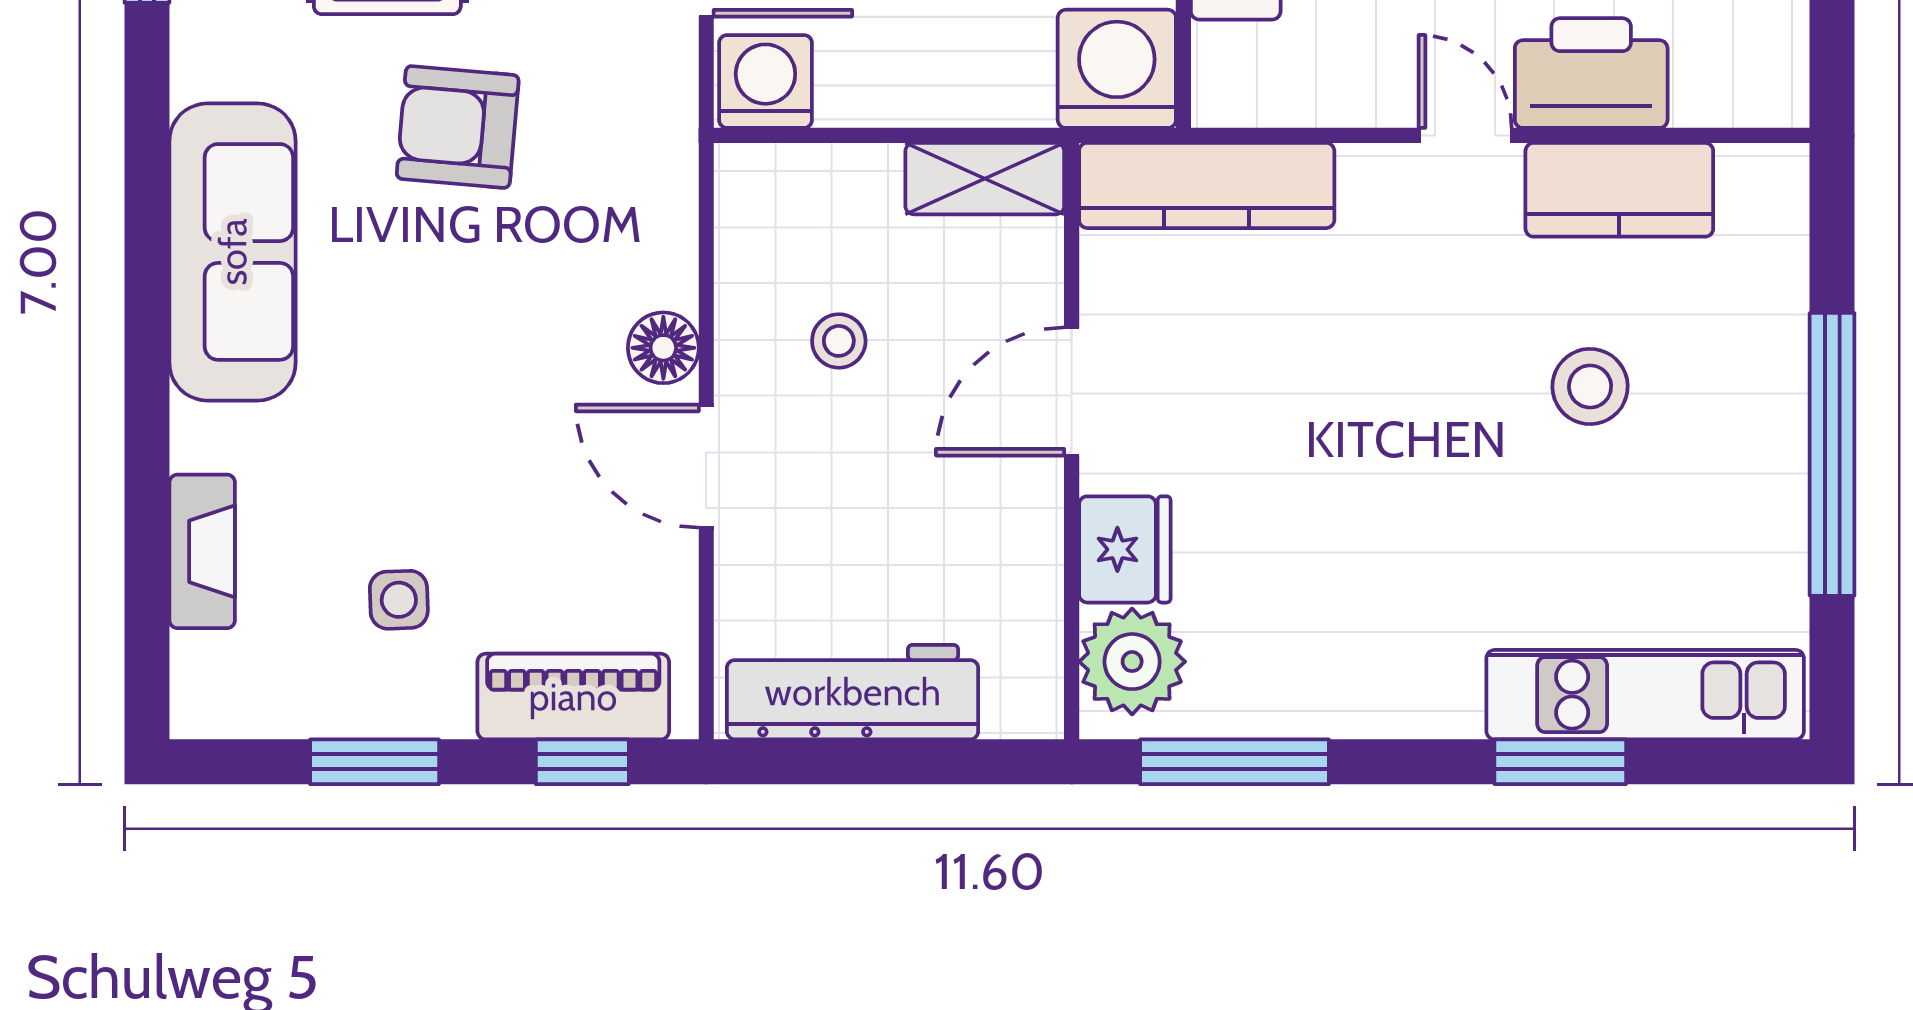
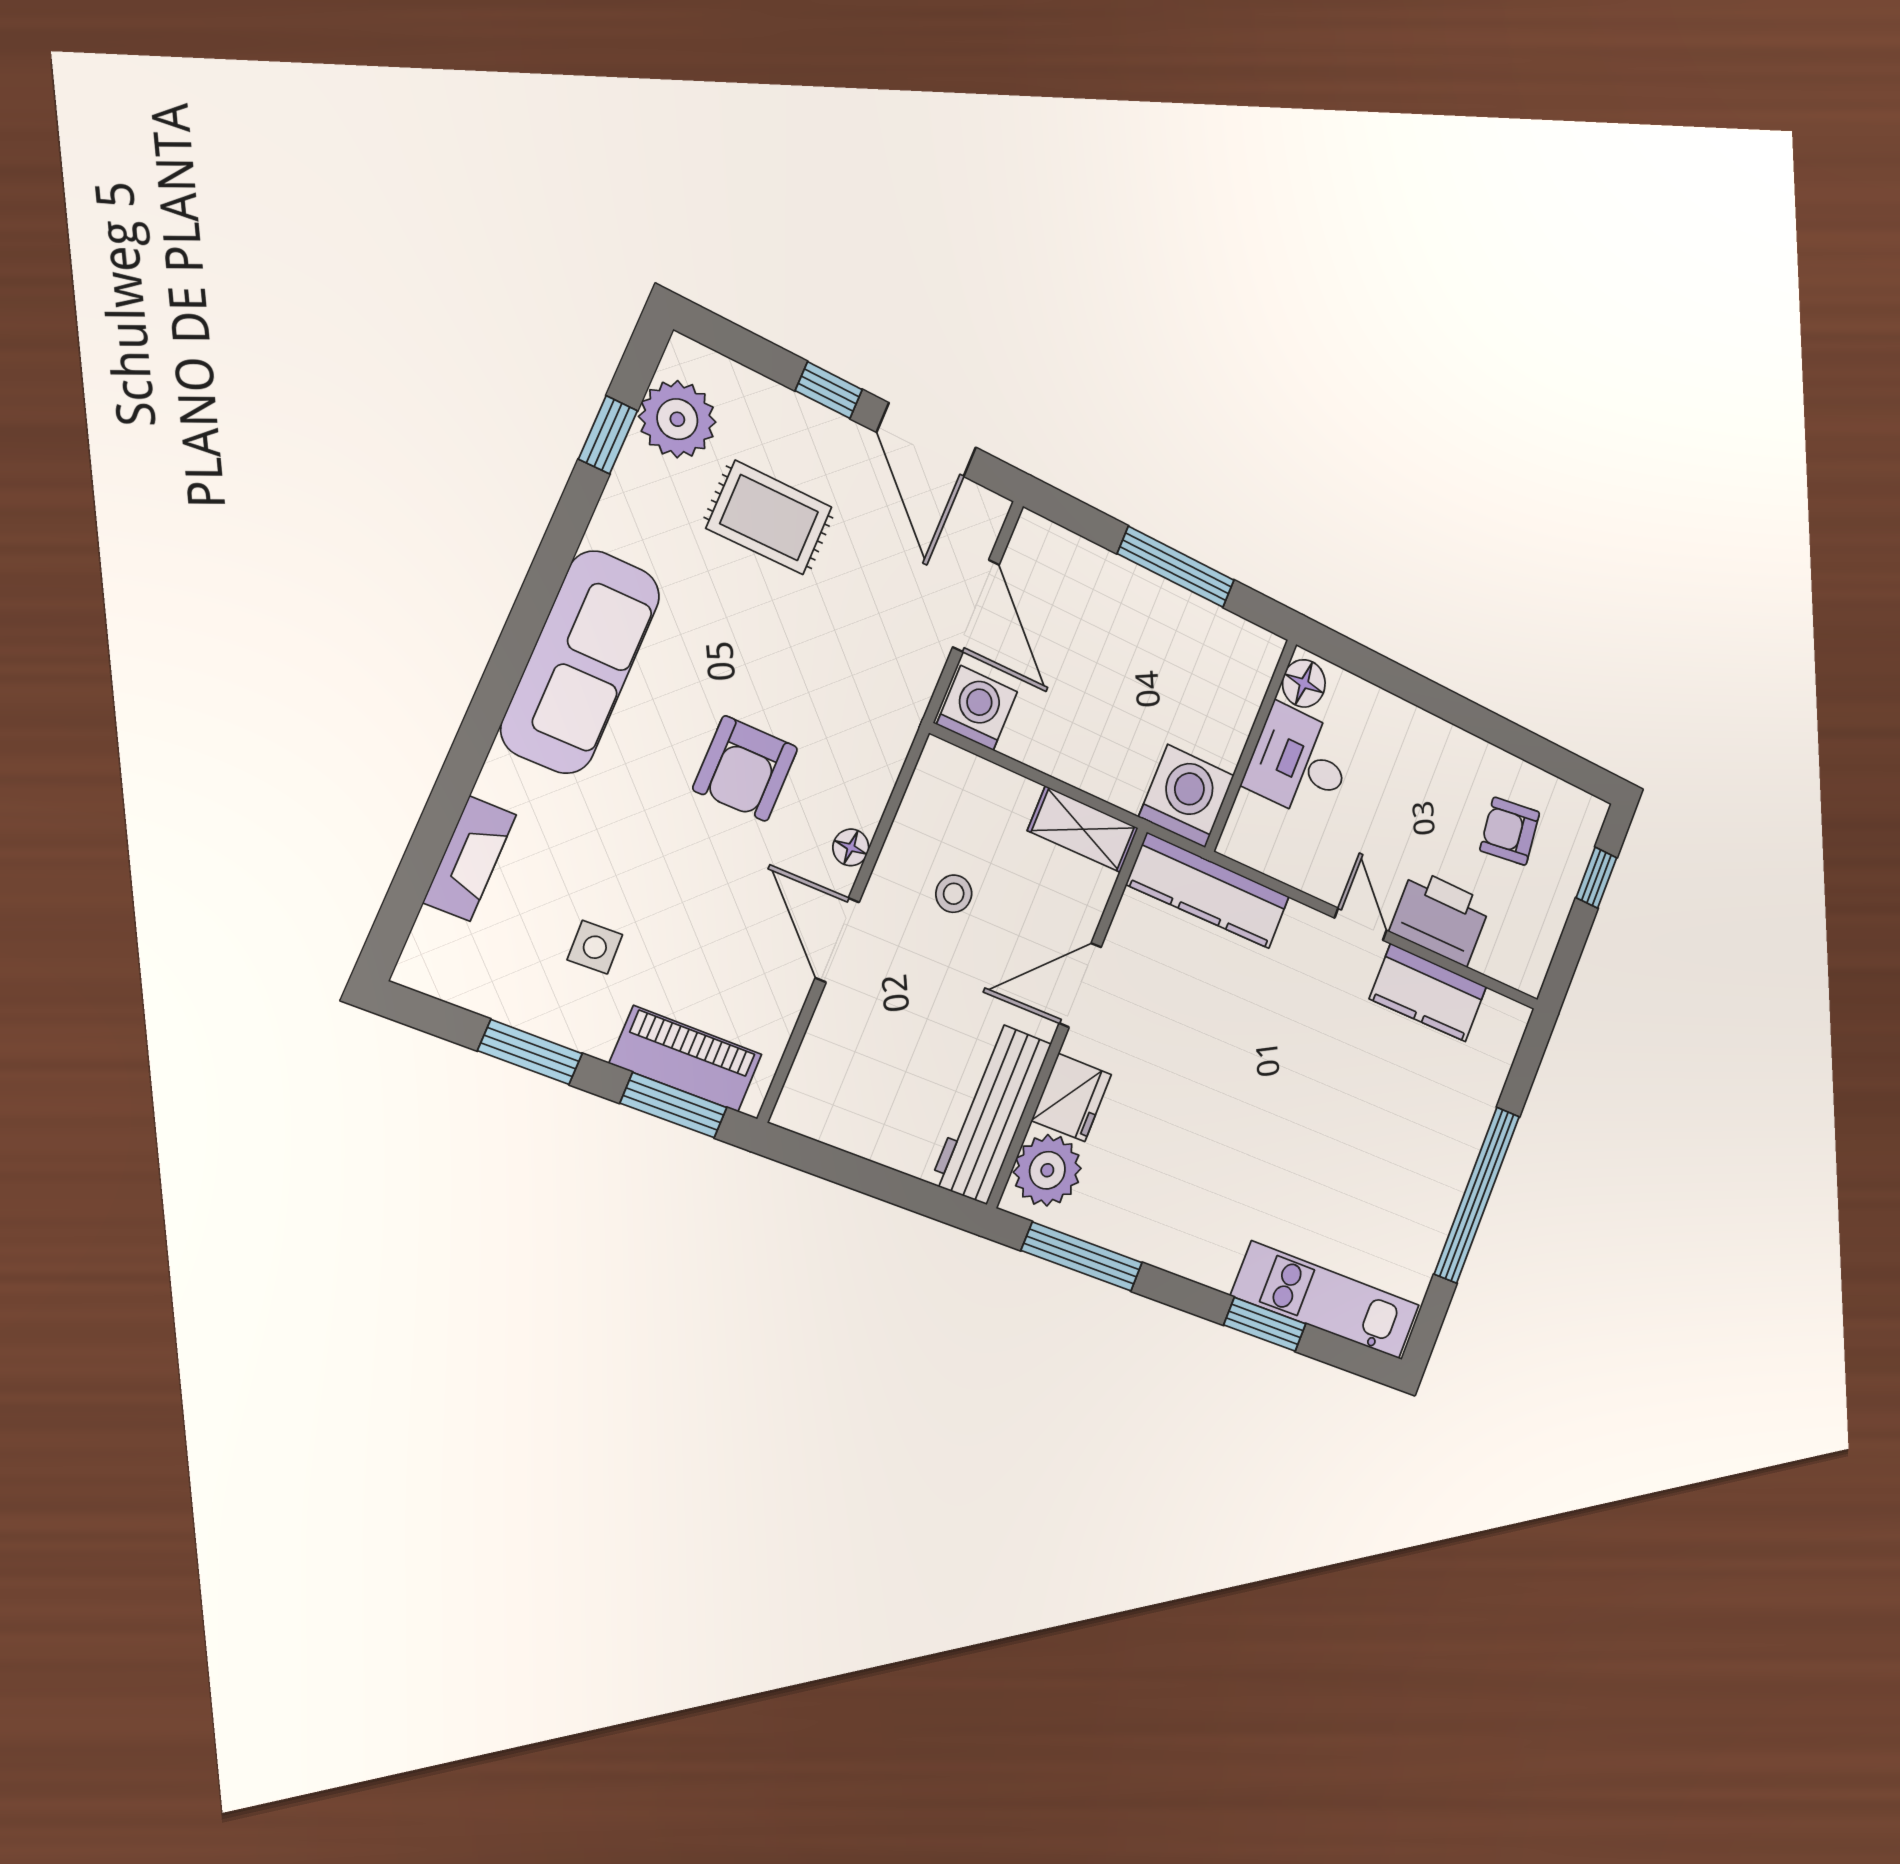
armchair: (458, 127) -> (745, 769), moved, turned -95
floor lamp: (663, 348) -> (851, 847), width x0.73, depth x0.73
stool: (1590, 386) -> (1368, 1103), removed
workbench: (853, 692) -> (991, 1113), moved, turned -90
window: (582, 762) -> (674, 1105), width x1.50

